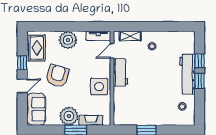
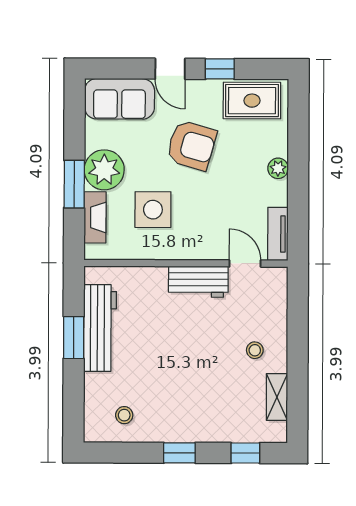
shelving: (130, 36) -> (277, 397), moved
plant: (68, 40) -> (278, 168), width x0.53, depth x0.53
window: (200, 61) -> (245, 453), moved
workbench: (187, 74) -> (100, 328), moved, turned 90
side table: (99, 87) -> (153, 210), moved

